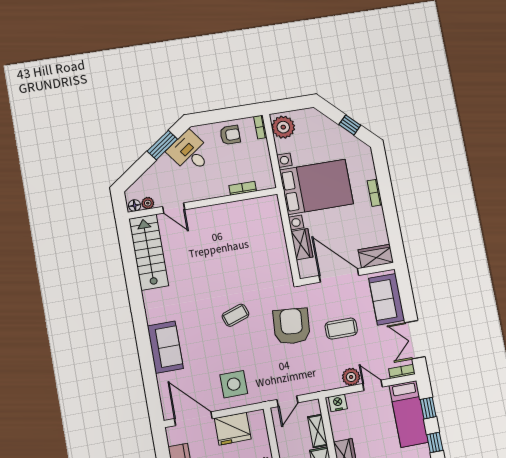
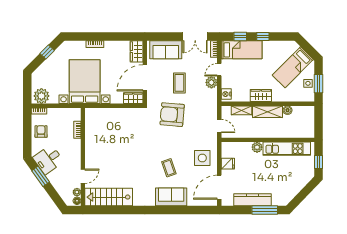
wardrobe: (302, 244) -> (133, 98), moved
coffee table: (235, 315) -> (169, 168), moved
fridge: (233, 429) -> (228, 164), width x0.53, depth x0.75

